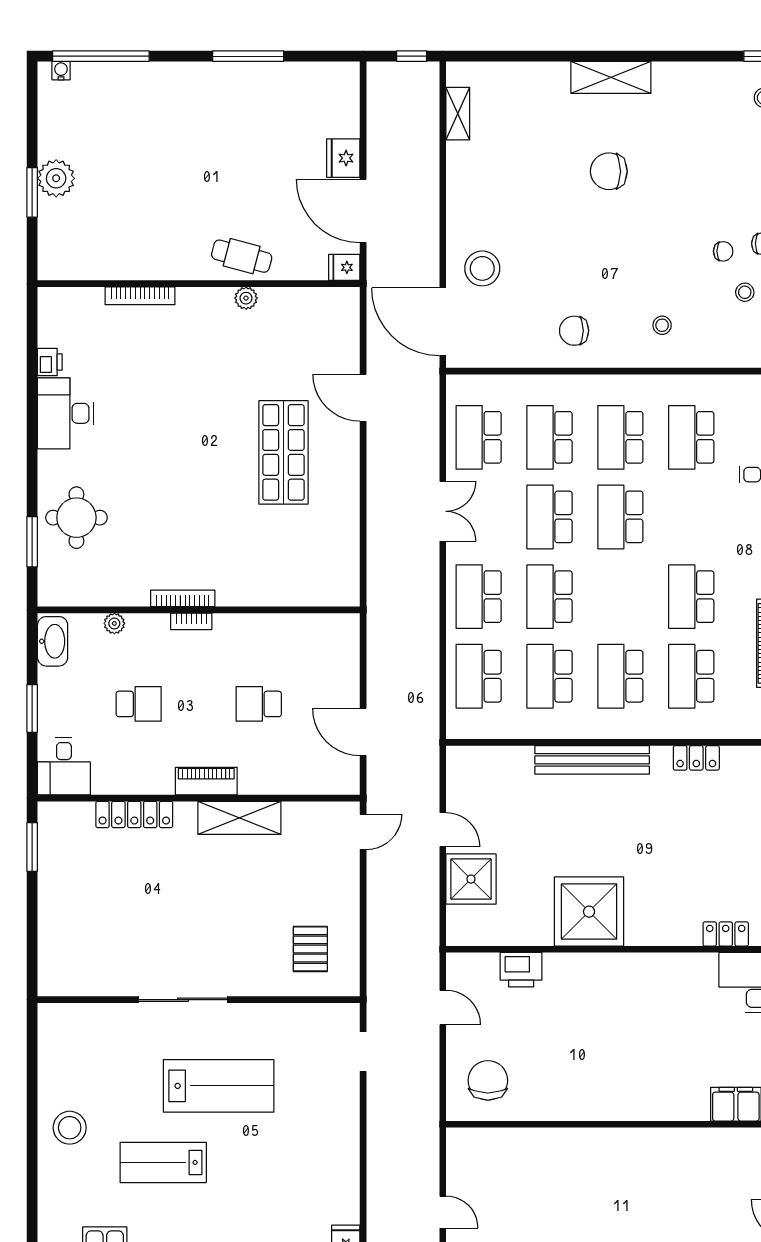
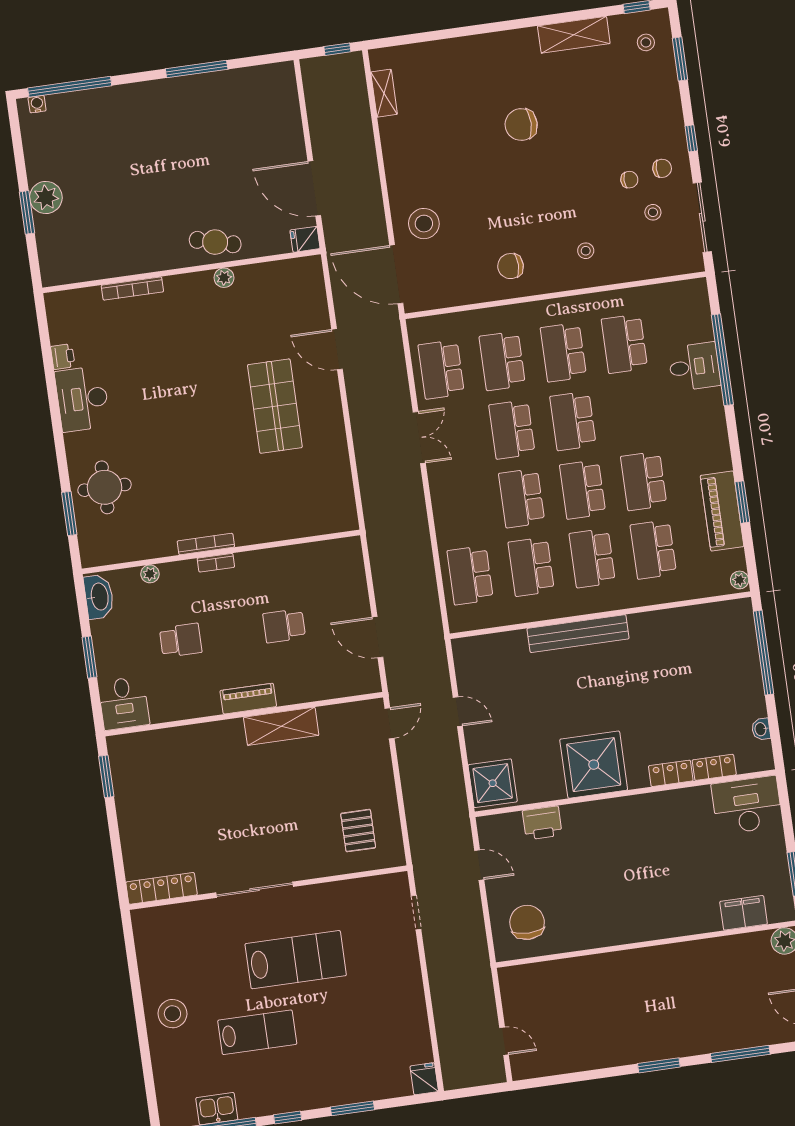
shelving: (611, 77) -> (574, 35), moved
fridge: (343, 158) -> (291, 145), removed
school desk: (479, 597) -> (583, 490), moved
locker: (696, 758) -> (671, 773), moved, turned 180
locker: (134, 814) -> (162, 888), moved, turned 180
shower: (471, 879) -> (493, 783), moved
lab bench: (163, 1162) -> (257, 1032), turned 180

